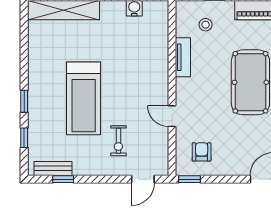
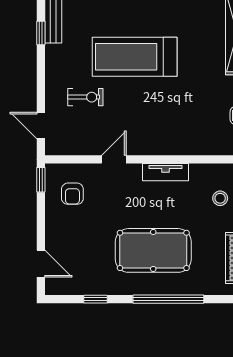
tv unit: (183, 57) -> (166, 172), moved
exercise bike: (118, 141) -> (85, 97), turned 180
armchair: (202, 152) -> (72, 194), turned 90

